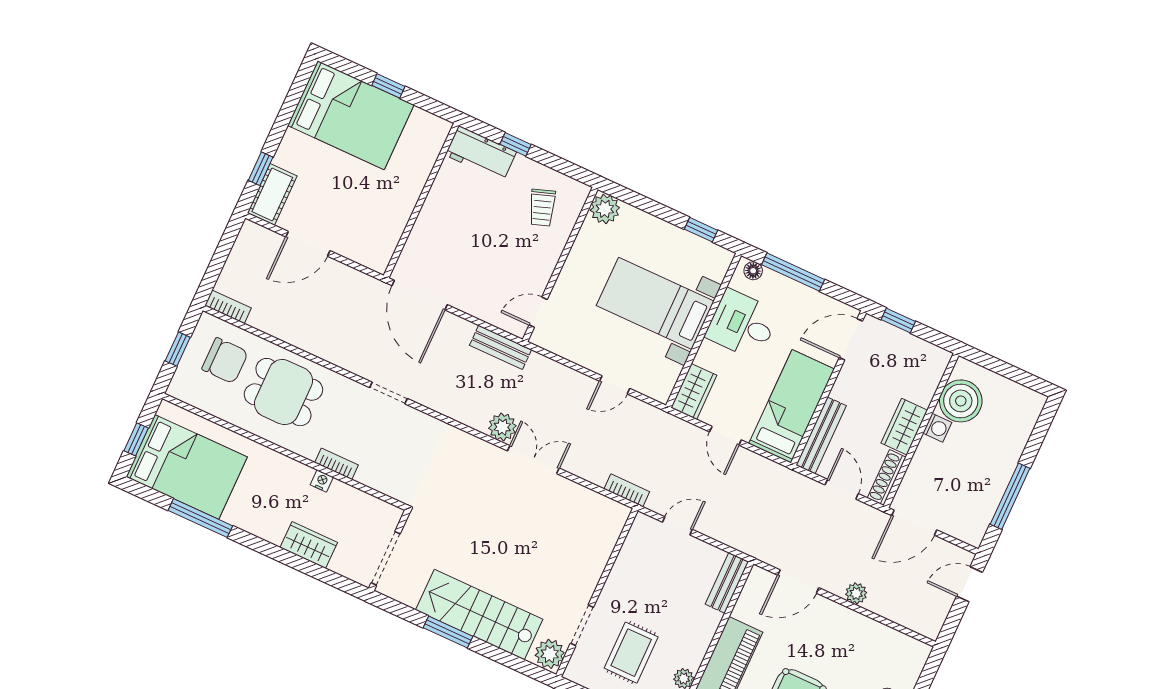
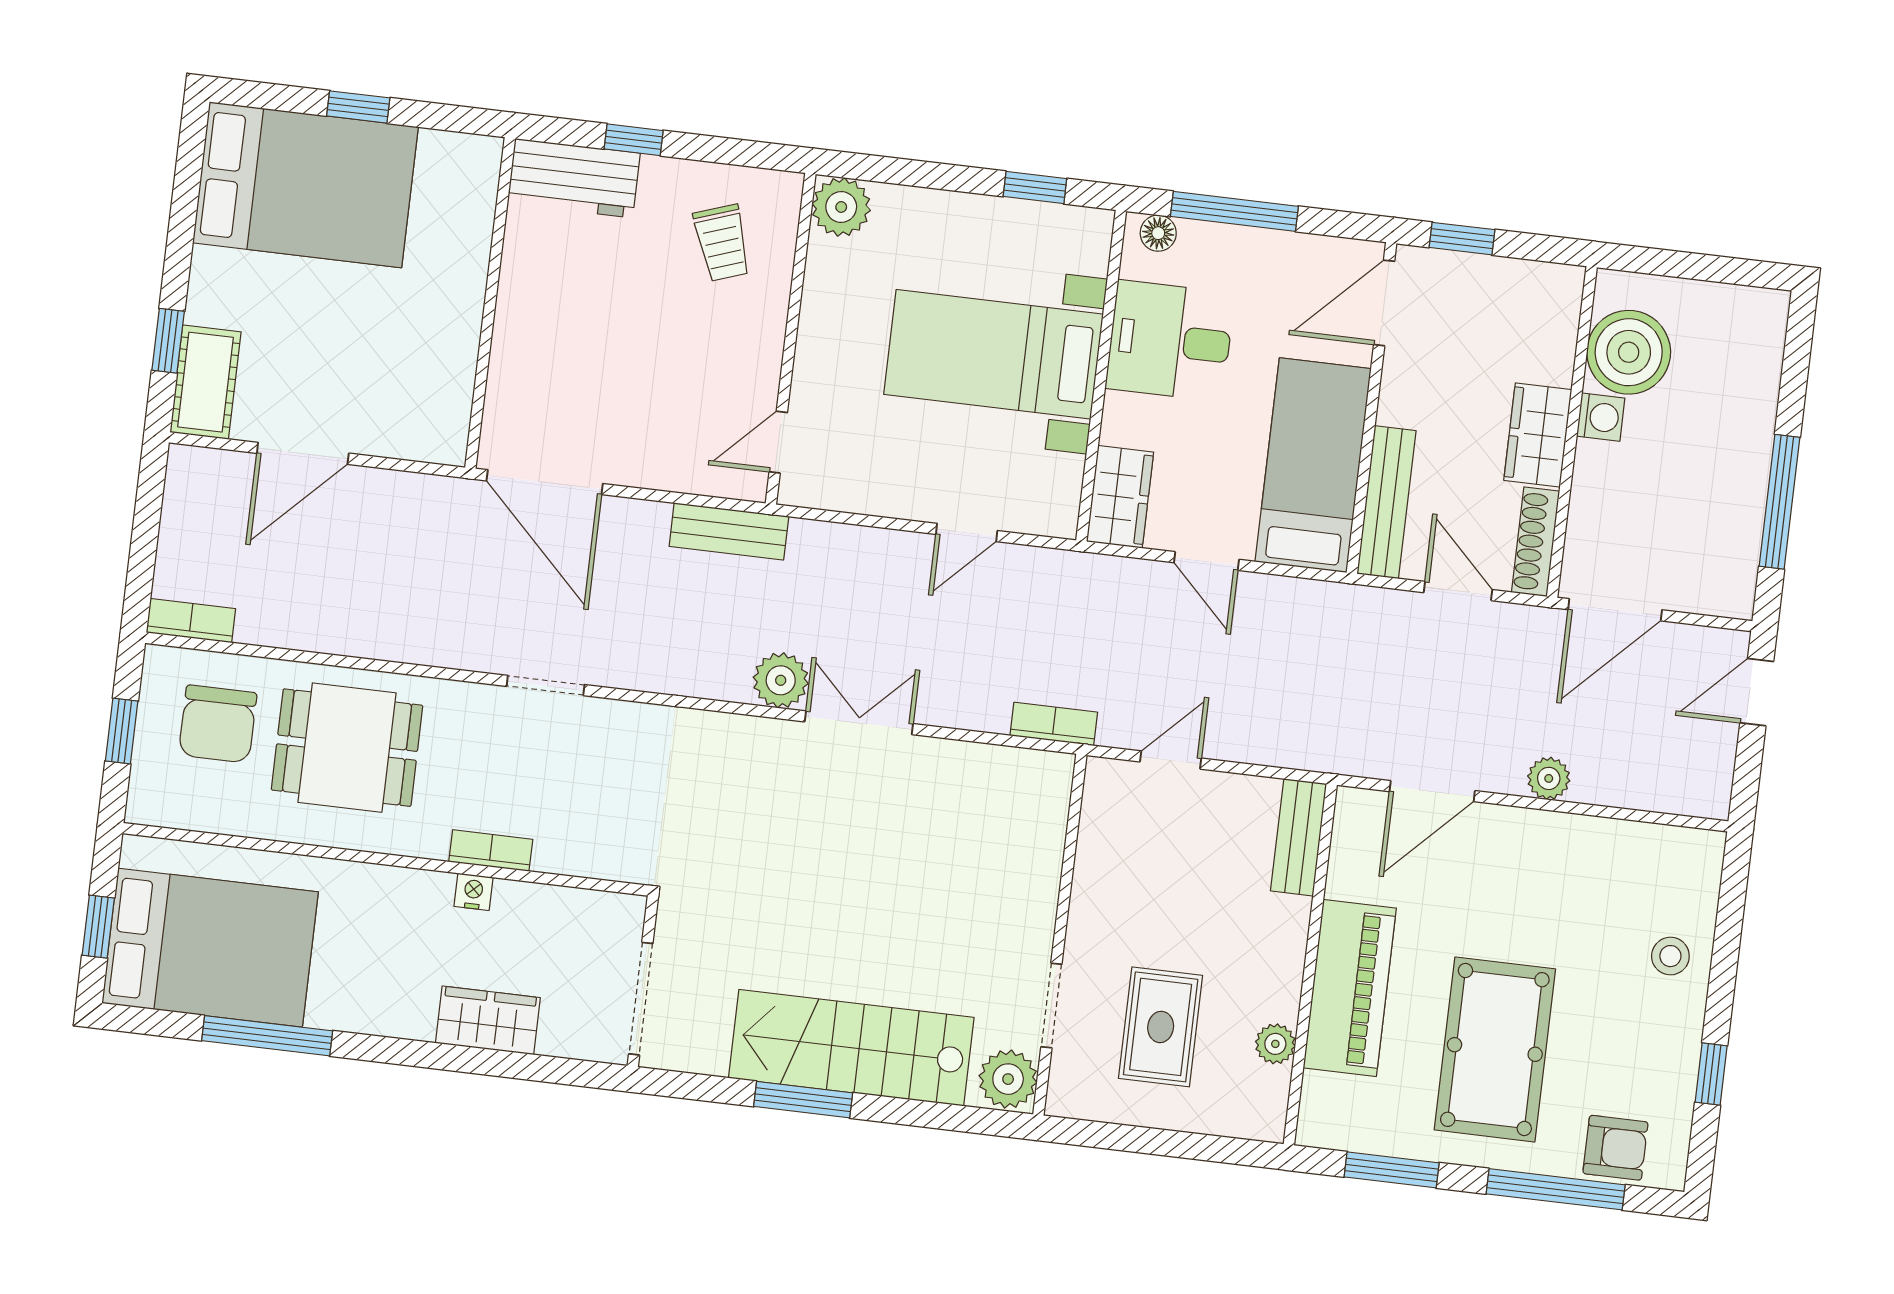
chair: (225, 361) -> (218, 724), turned 90

